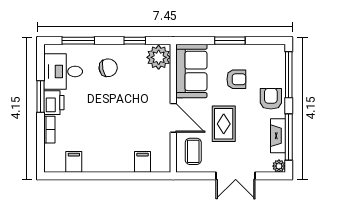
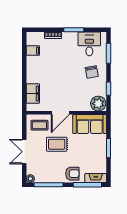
armchair: (236, 79) -> (84, 152), removed
printer: (54, 103) -> (70, 38), removed
fireplace: (278, 136) -> (96, 178), moved
filing cabinet: (143, 162) -> (33, 93), width x2.00

